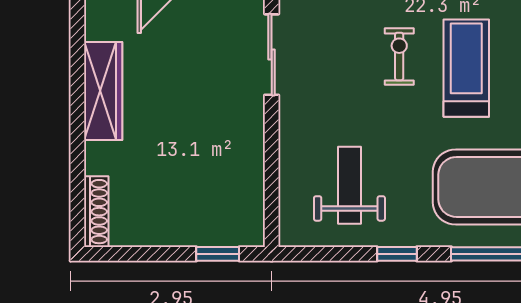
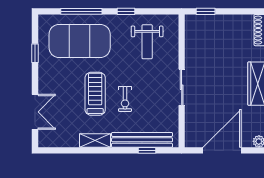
sliding door: (272, 55) -> (182, 87), moved
treadmill: (466, 68) -> (95, 94), turned 180

